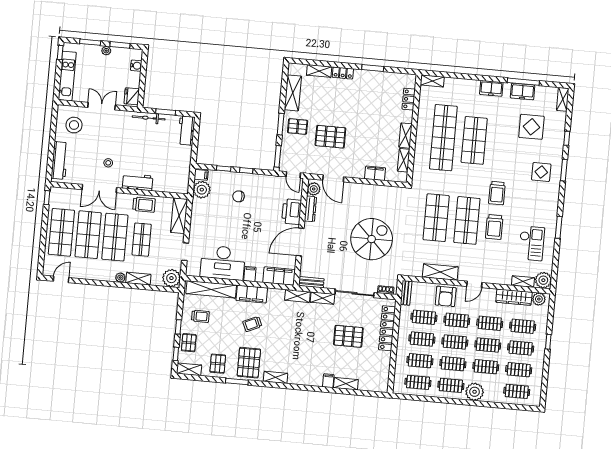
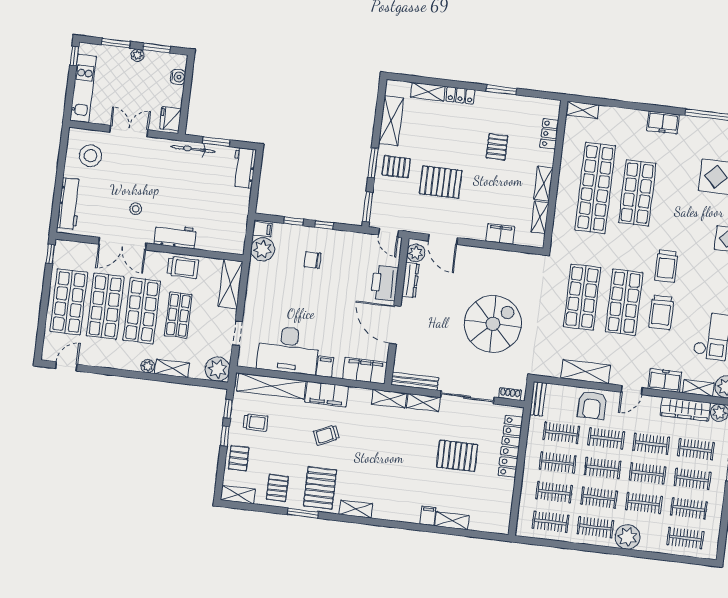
freezer: (523, 91) -> (665, 380), moved, turned 180
pallet: (371, 110) -> (497, 147), added
door: (300, 242) -> (395, 325), hinge flipped
bench: (311, 282) -> (415, 381), width x1.36
window: (176, 354) -> (228, 409), moved

